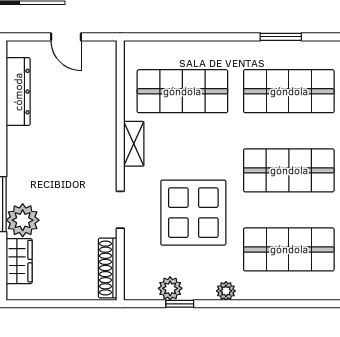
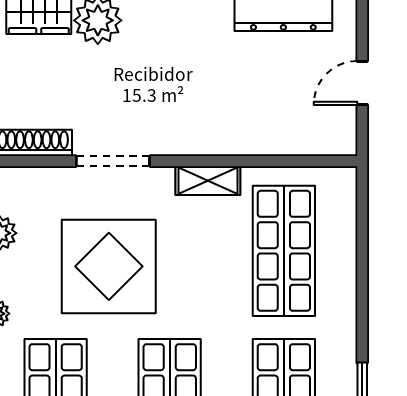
doorway: (120, 210) -> (113, 161), width x1.38

